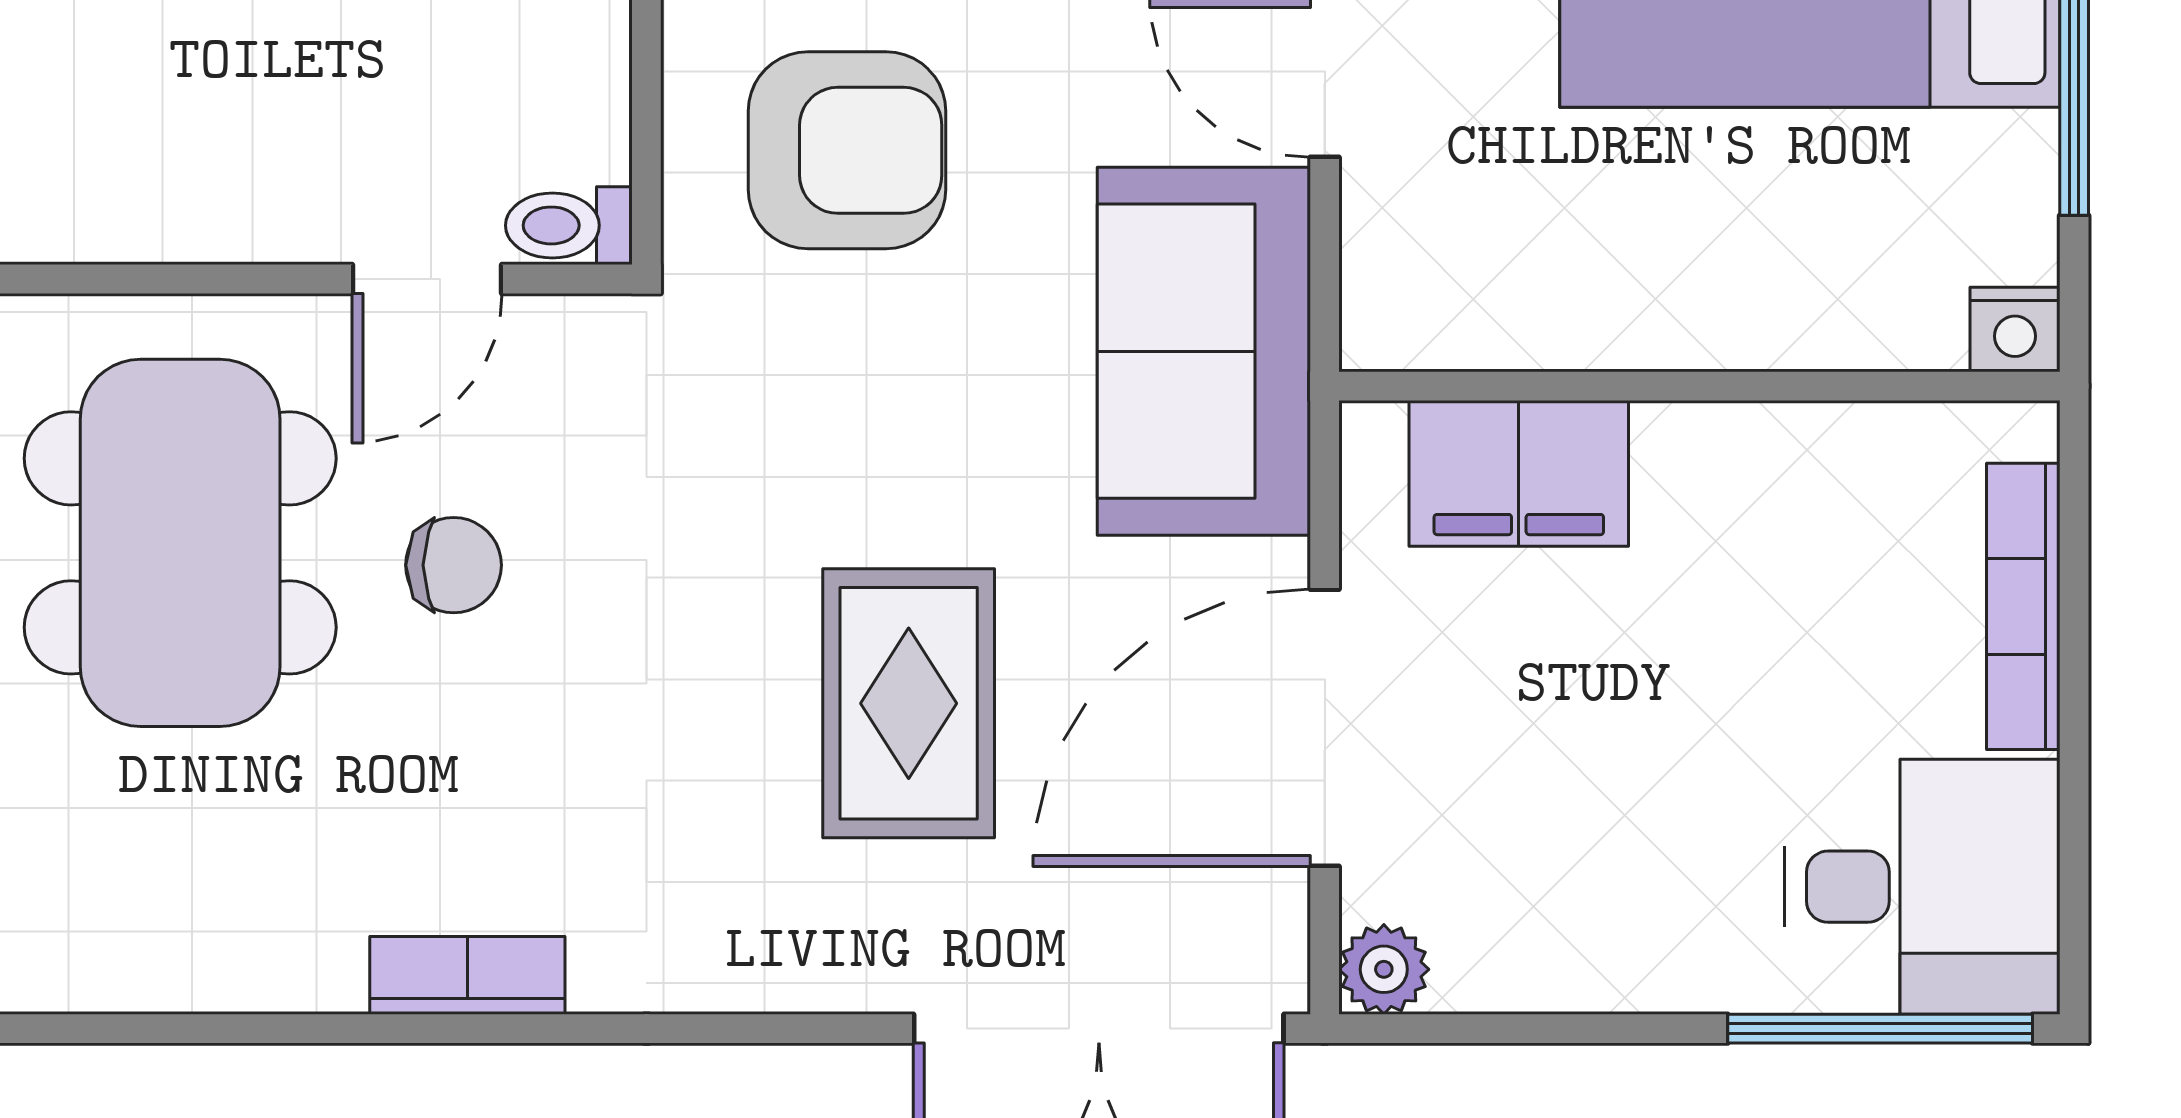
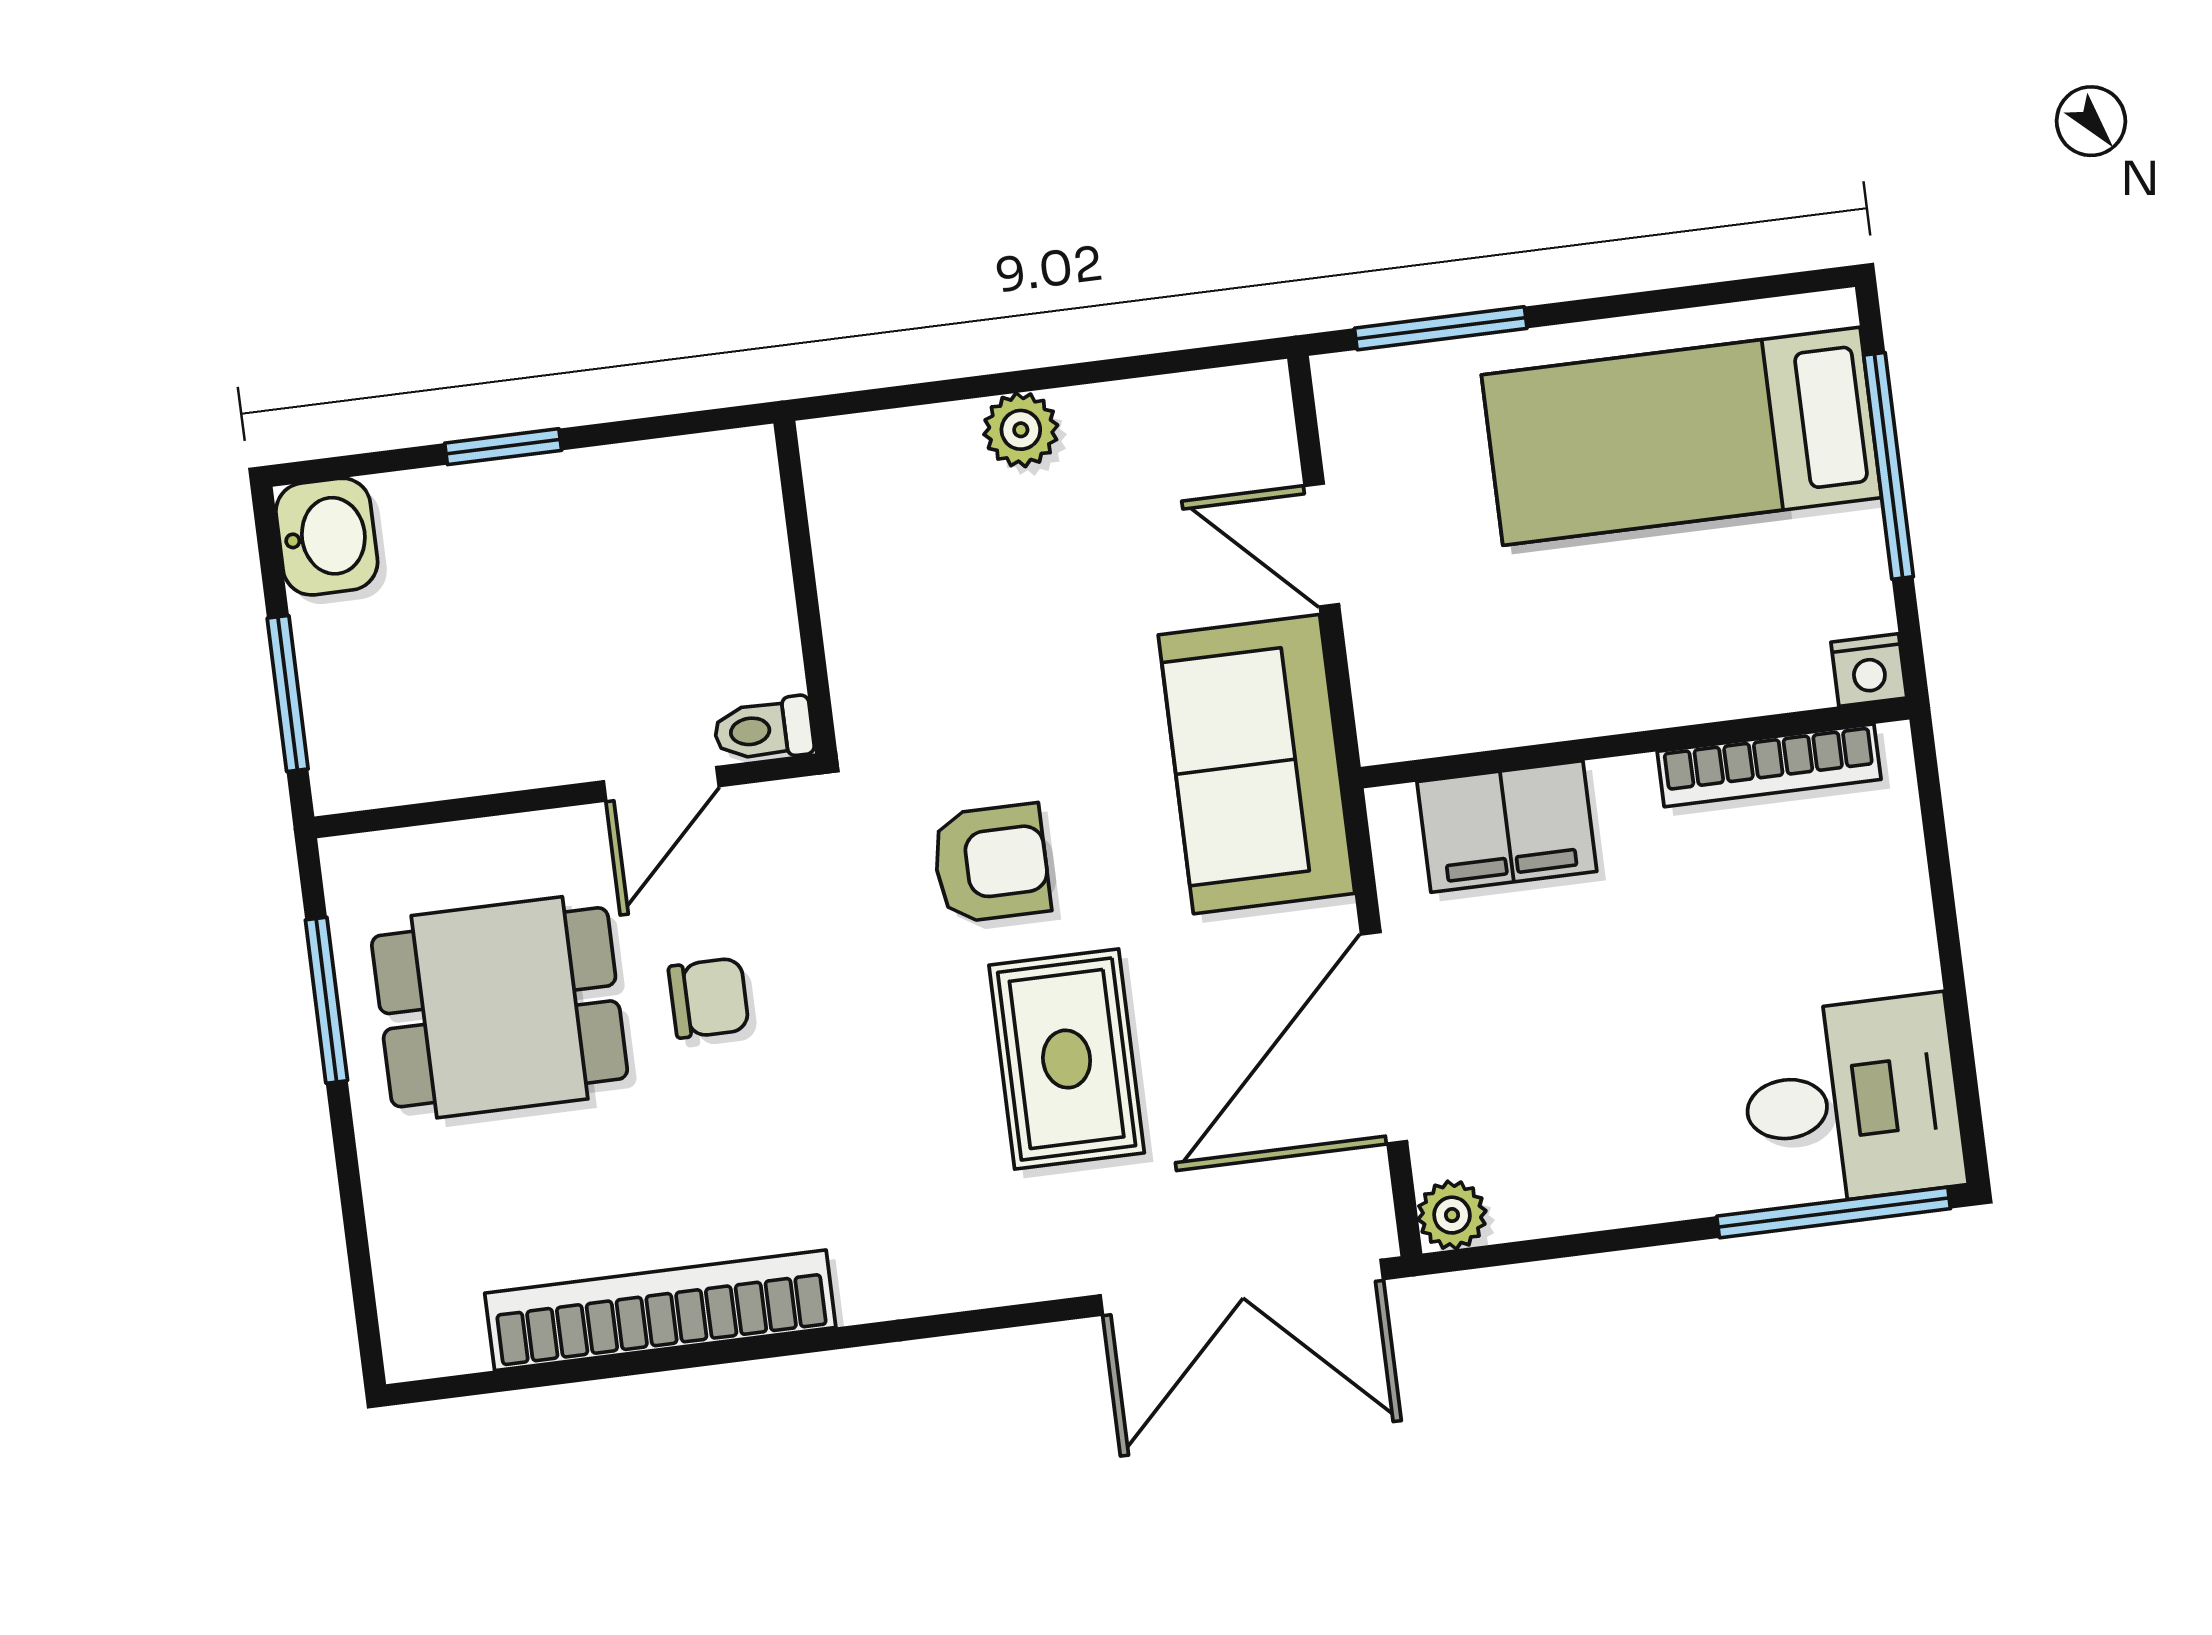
armchair: (847, 150) -> (991, 863), moved, width x0.72, depth x0.72
dining table: (180, 543) -> (500, 1007), width x0.73
bookcase: (2023, 606) -> (1769, 765), moved, turned -90
bookcase: (467, 975) -> (660, 1310), width x2.31, depth x1.31

